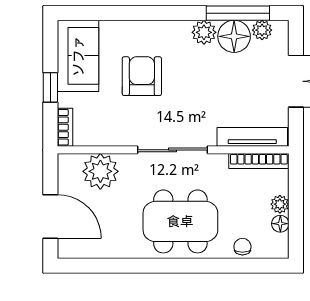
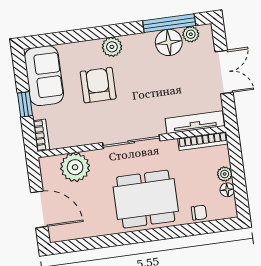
plant: (204, 32) -> (112, 47), moved
chair: (242, 247) -> (199, 213), turned 90

